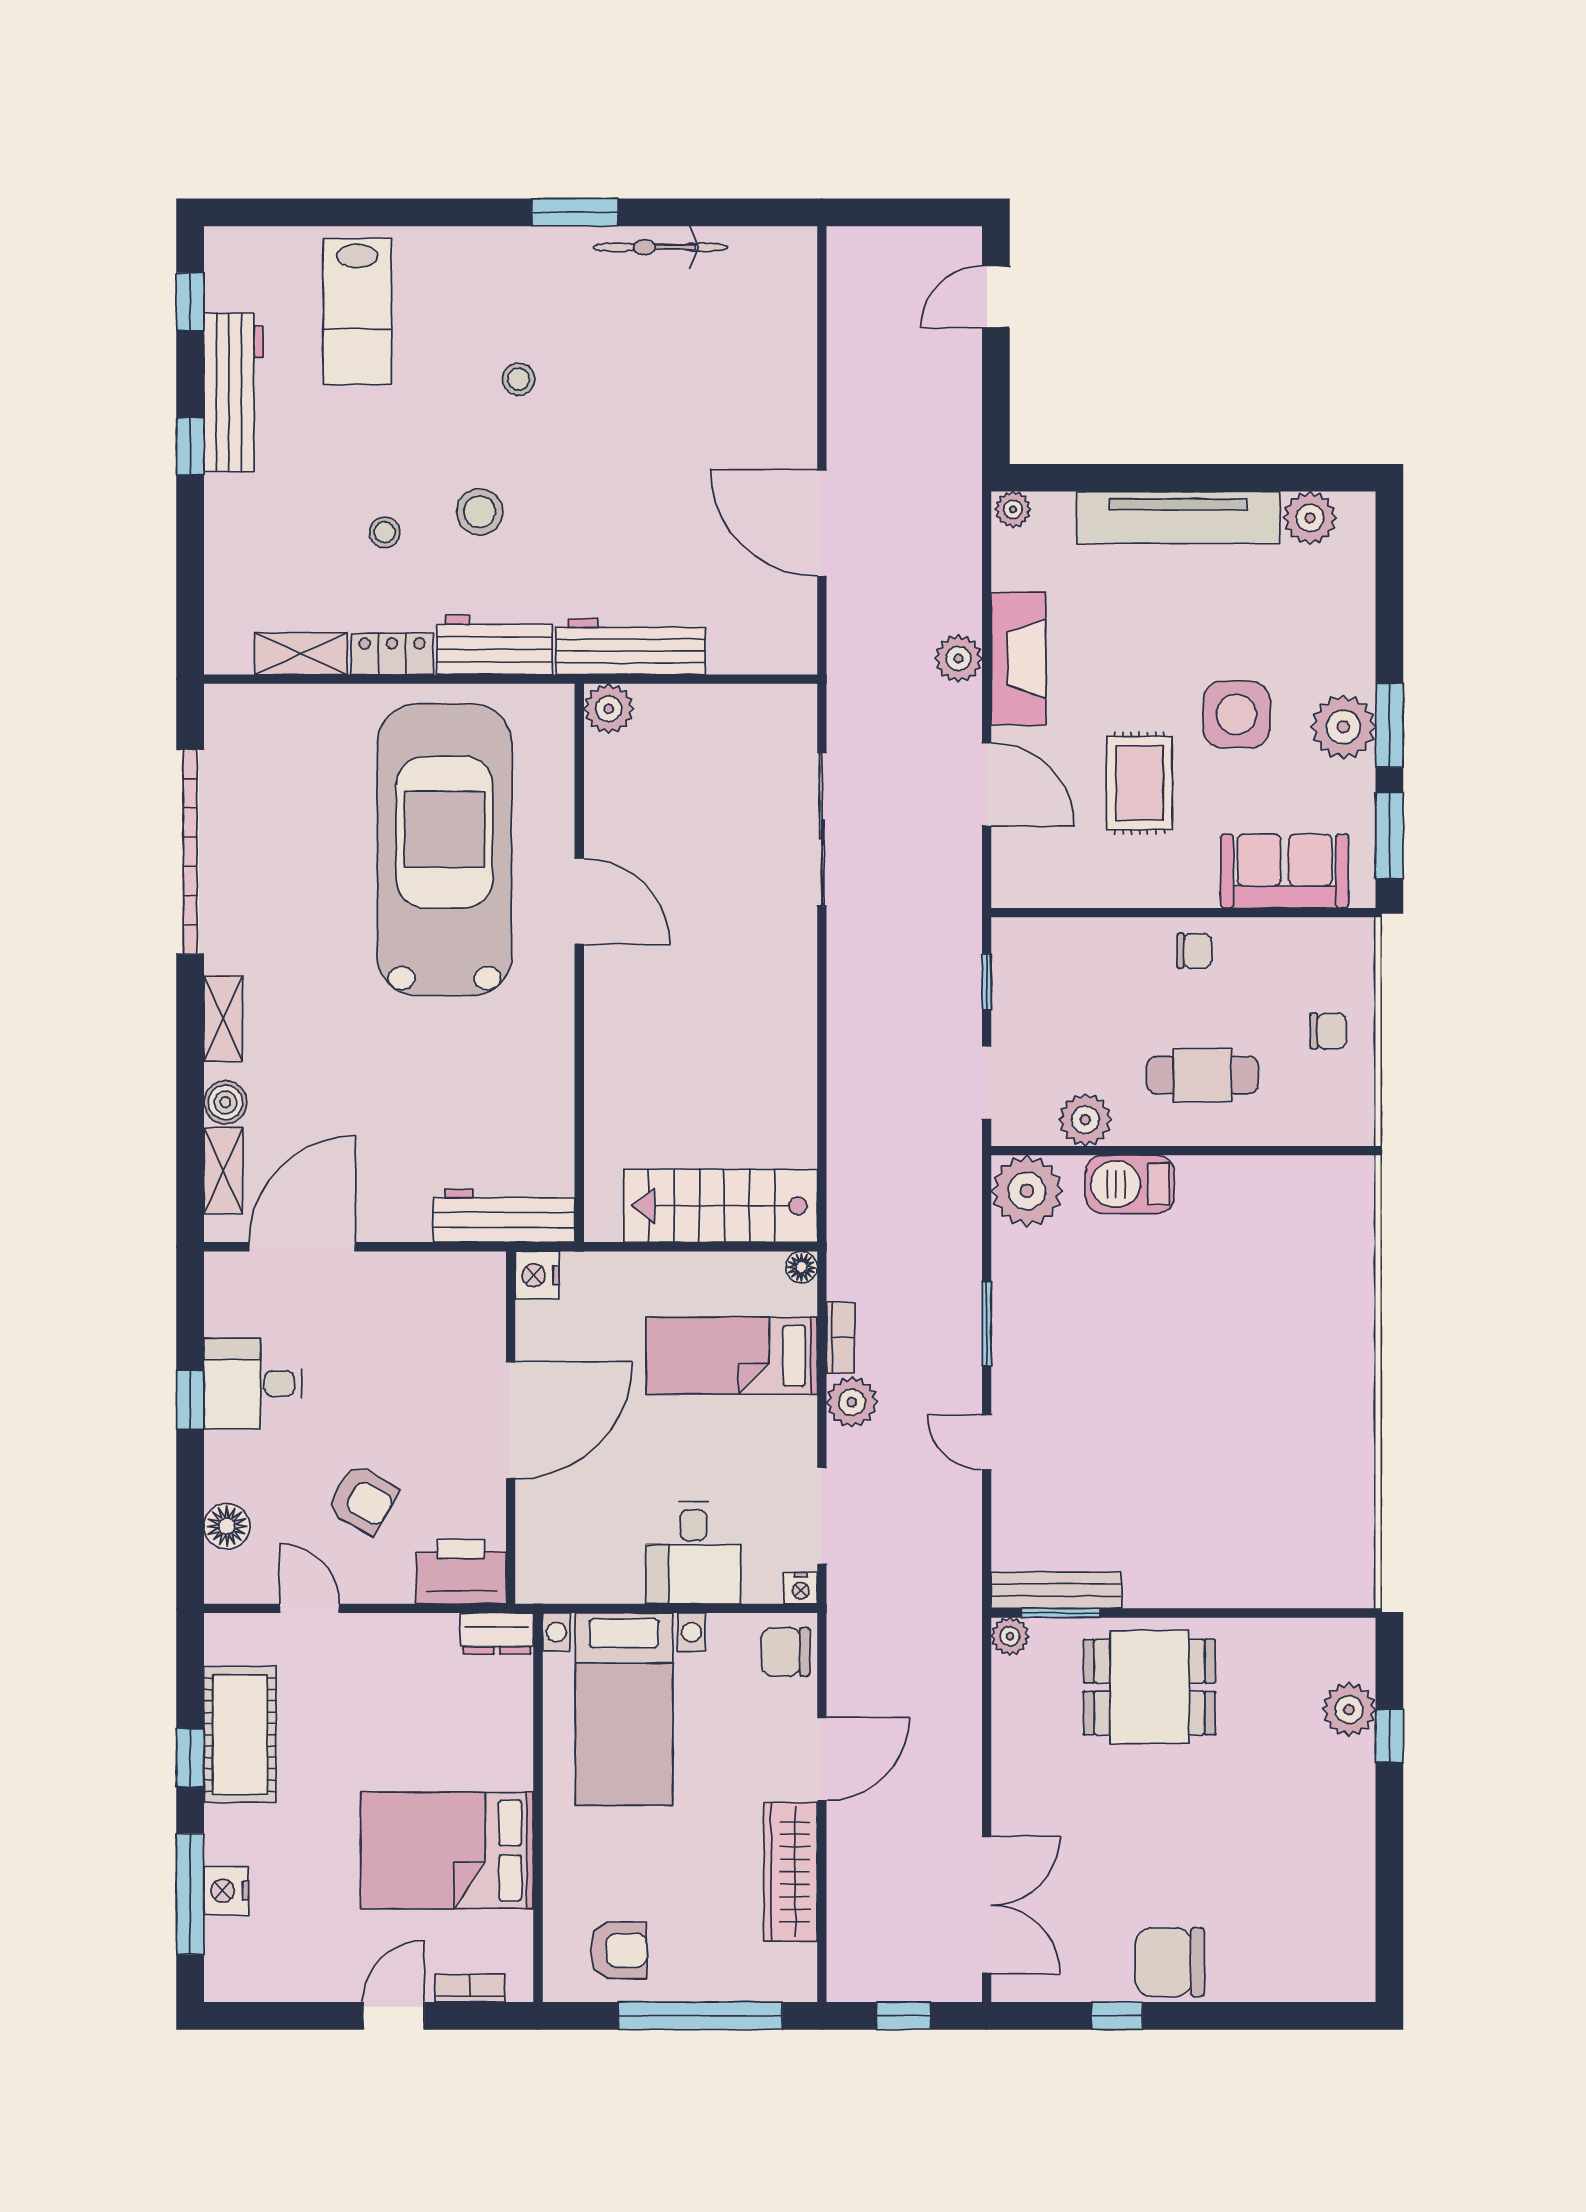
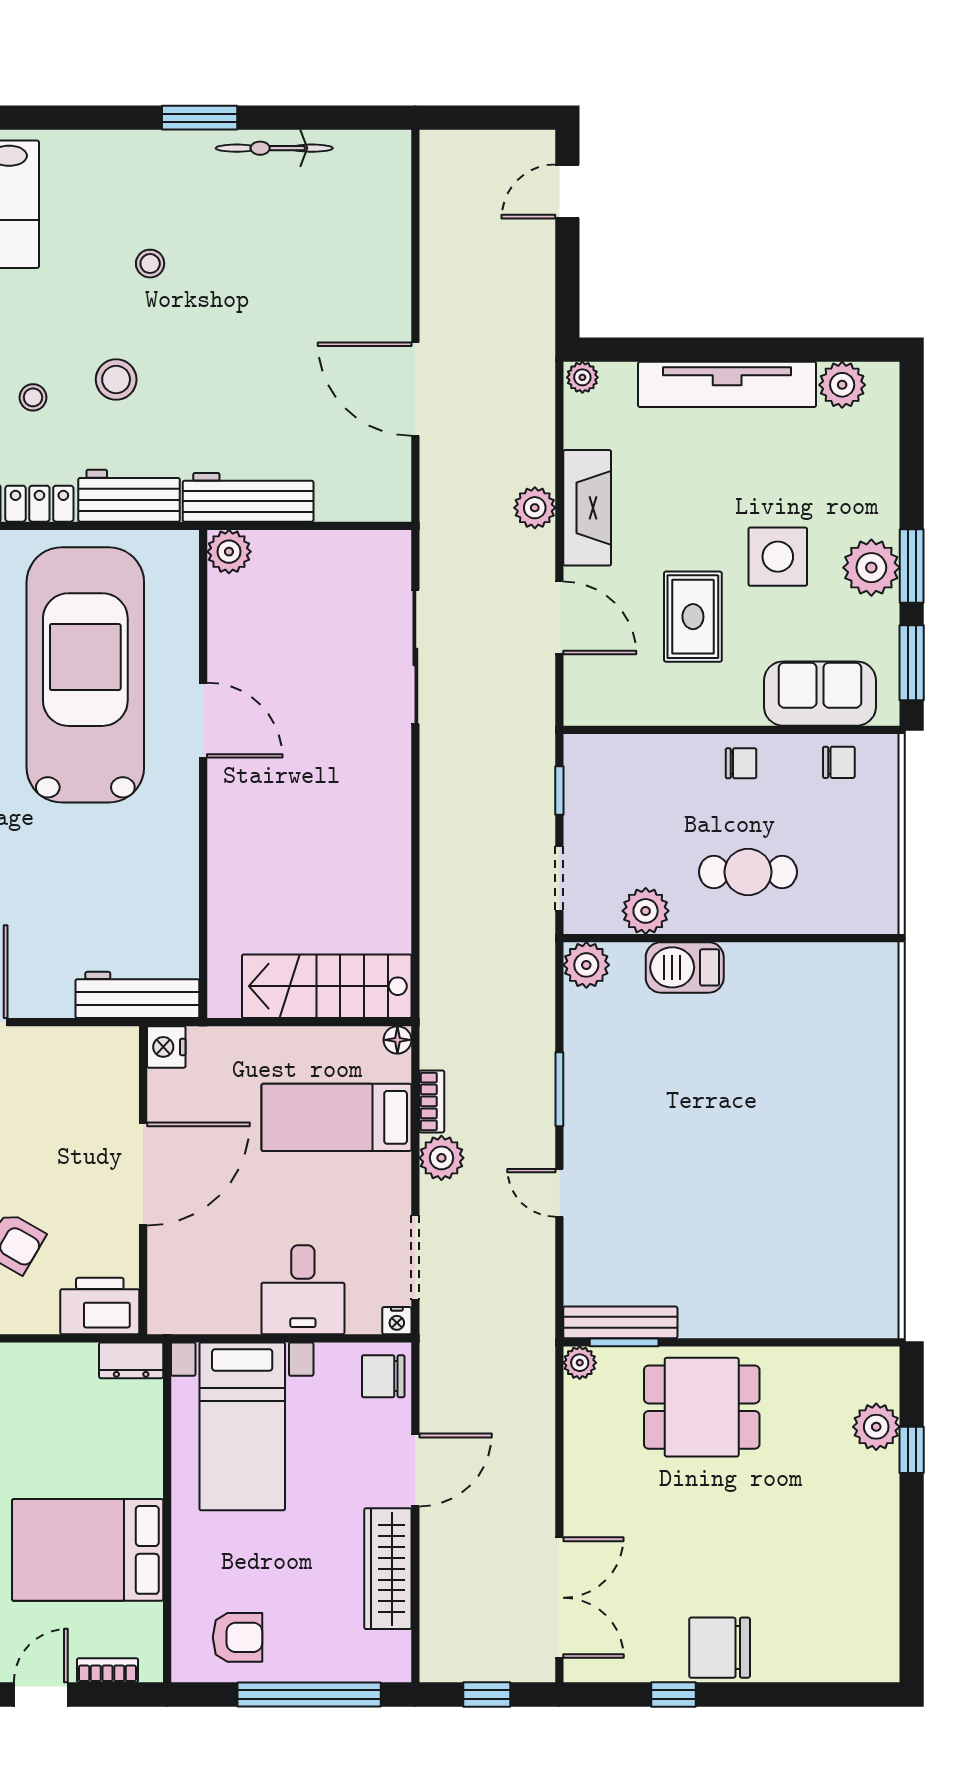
chair: (1328, 1031) -> (839, 762), moved
plant: (1027, 1191) -> (586, 965), width x0.73, depth x0.73

